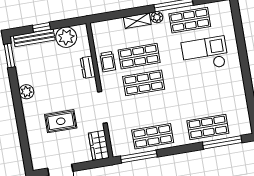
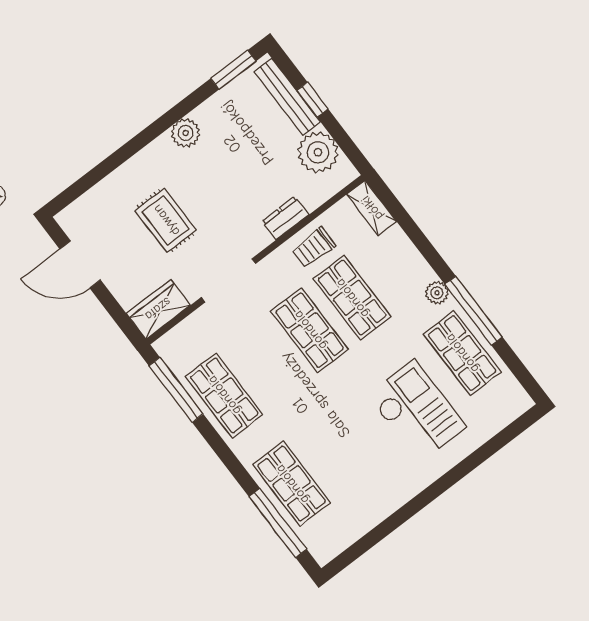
shelving: (137, 21) -> (372, 208), moved

